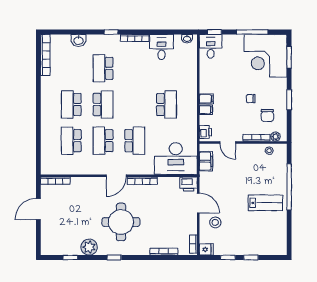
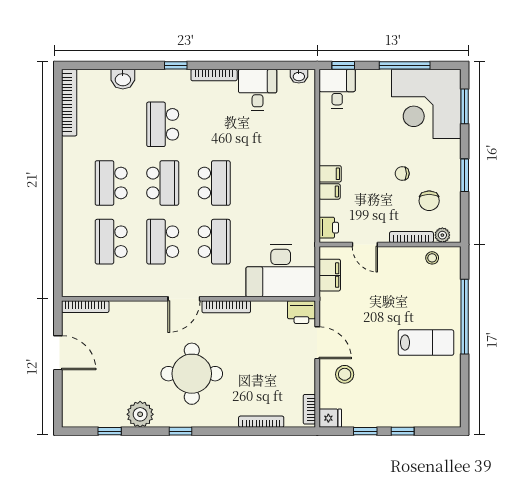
school desk: (167, 104) -> (214, 183), moved
door: (38, 209) -> (58, 353), swing flipped

